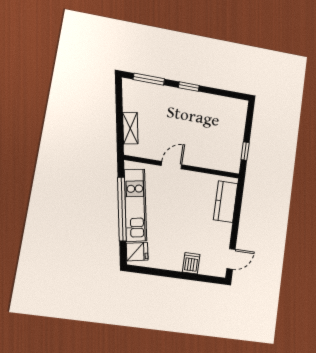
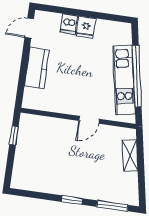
kitchen counter: (226, 202) -> (37, 68), moved
fridge: (137, 252) -> (86, 27), moved, turned -79

